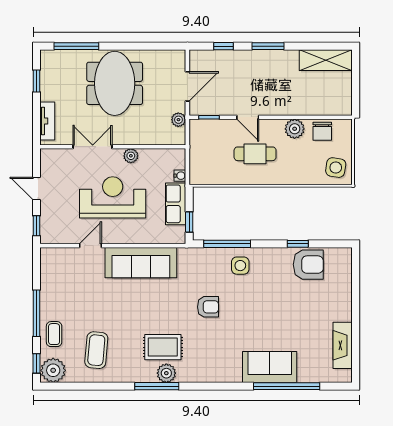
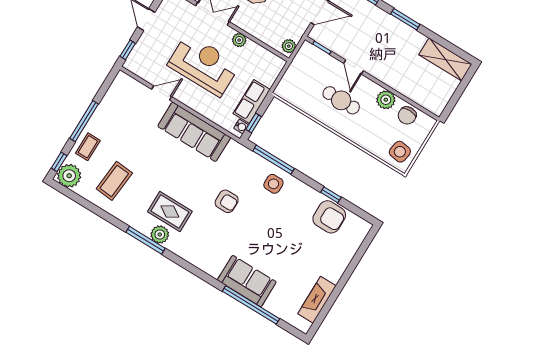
plant: (178, 120) -> (289, 46), moved
water cooler: (180, 176) -> (241, 127), moved

